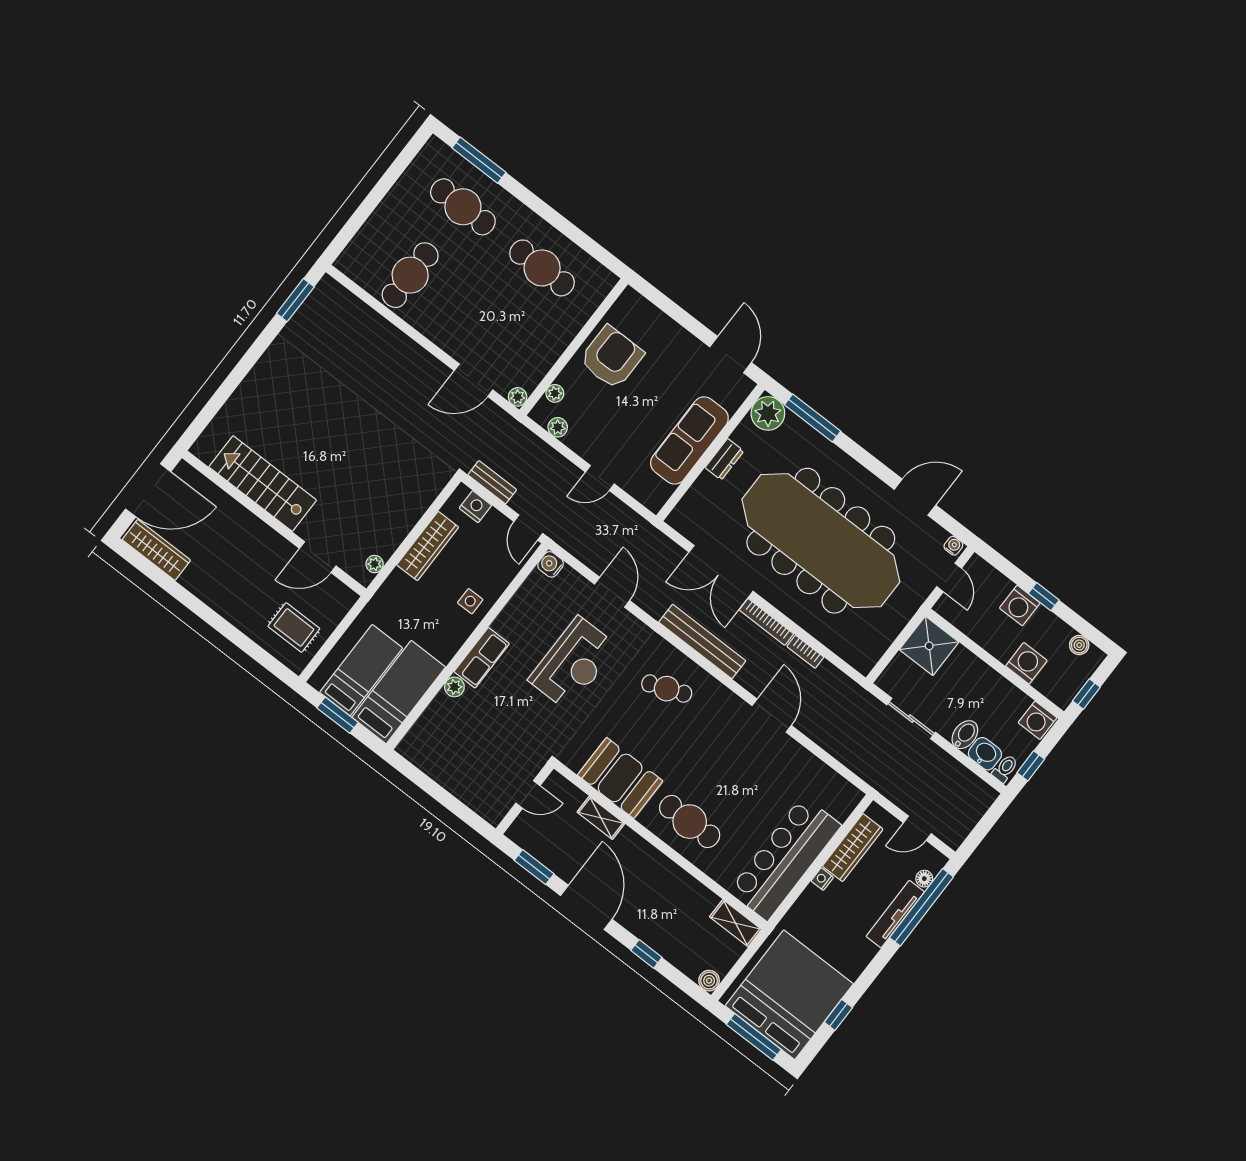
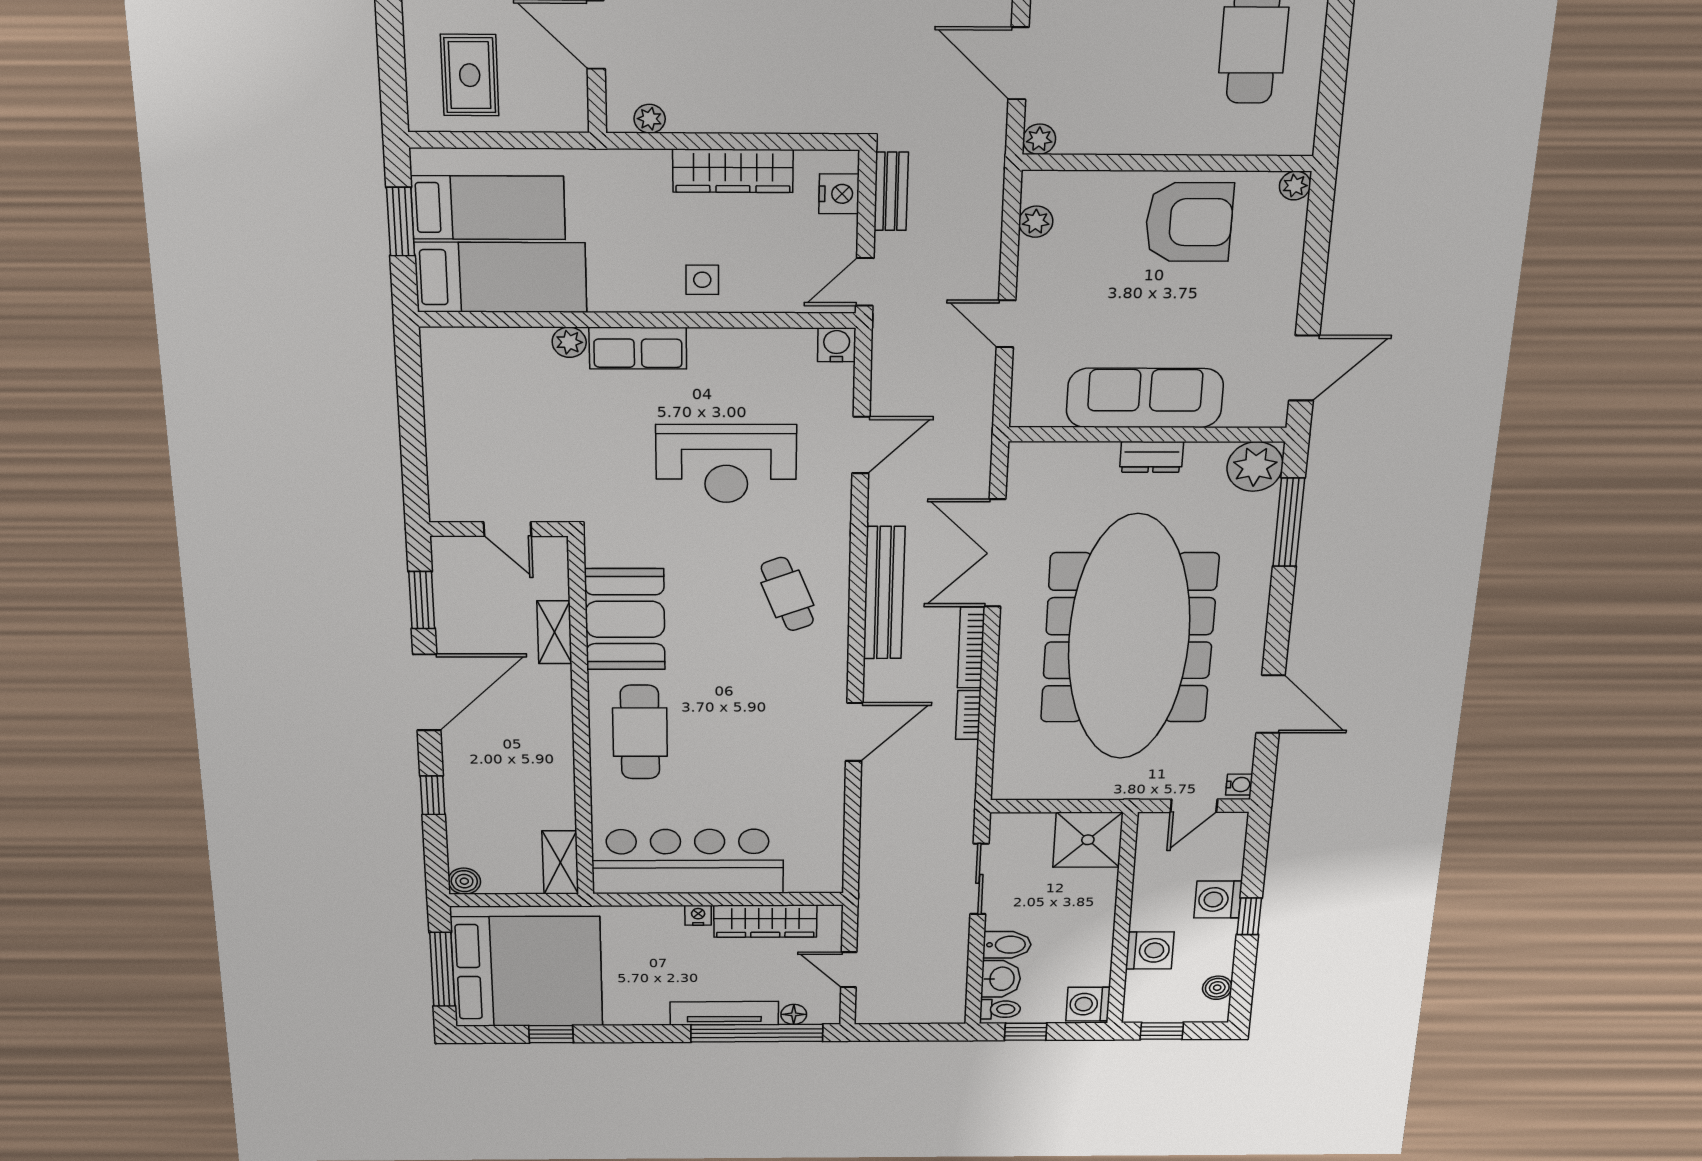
plant: (555, 393) -> (1295, 186), moved

